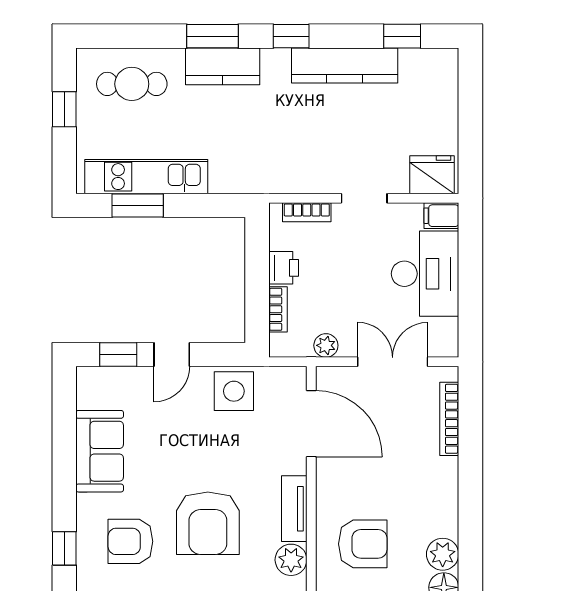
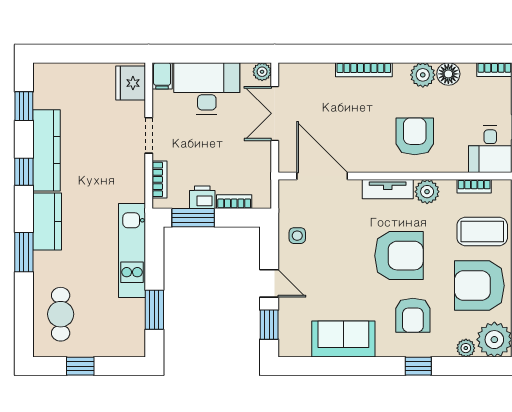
window: (291, 36) -> (24, 172), moved
kitchen counter: (223, 66) -> (47, 222), moved
kitchen unit: (146, 177) -> (132, 250), moved
window: (257, 256) -> (193, 218), added
plant: (326, 345) -> (262, 72), moved
side table: (234, 391) -> (297, 236), width x0.54, depth x0.54
bookcase: (449, 419) -> (364, 70), moved
door: (311, 424) -> (322, 176), hinge flipped

